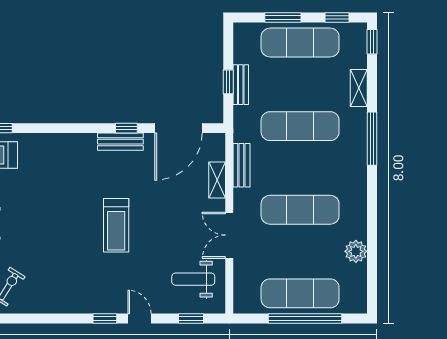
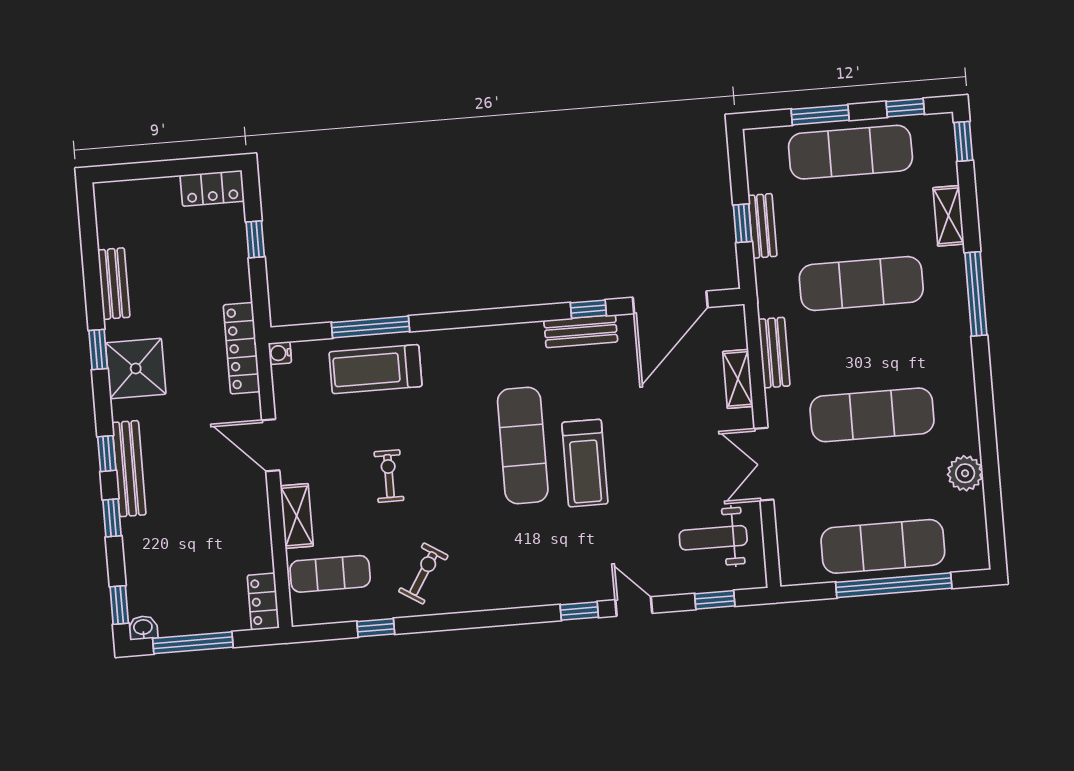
exercise mat: (78, 211) -> (523, 445), added

